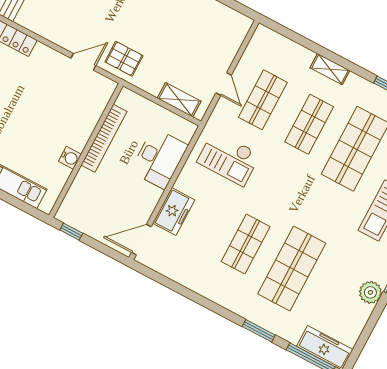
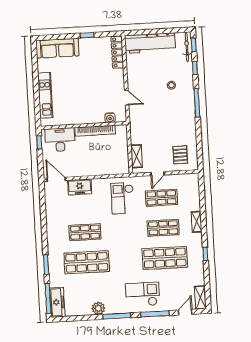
pallet: (124, 59) -> (180, 155), moved
water cooler: (70, 158) -> (110, 118), moved
desk: (159, 158) -> (60, 140), moved, turned 180

